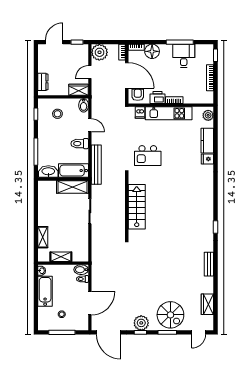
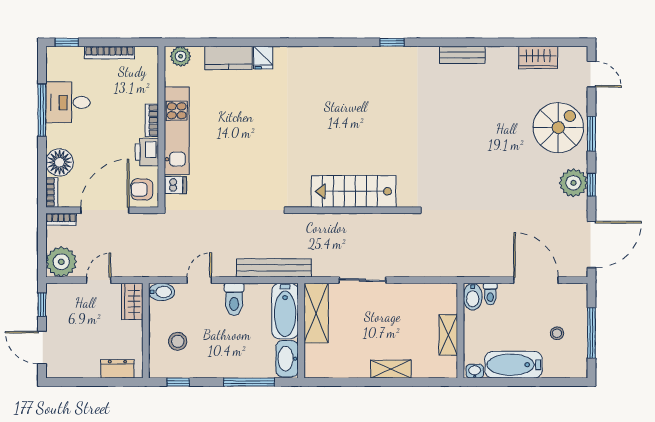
door: (90, 72) -> (99, 280), swing flipped
kitchen island: (148, 156) -> (257, 170), removed
shelving: (43, 237) -> (391, 369), moved

